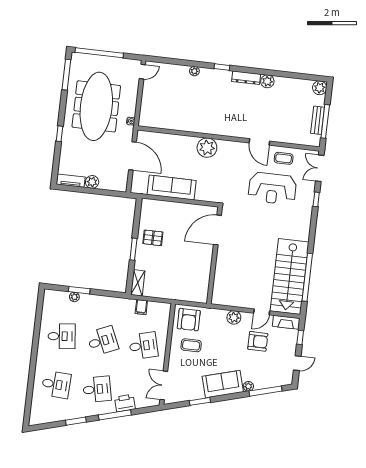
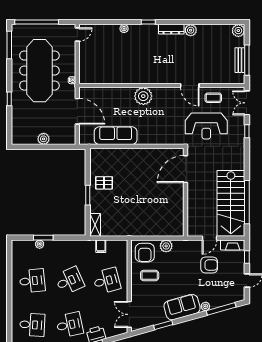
tv unit: (71, 181) -> (24, 140), removed
door: (217, 230) -> (186, 169), moved
wall: (214, 255) -> (186, 192), moved
plant: (234, 317) -> (166, 246), moved

